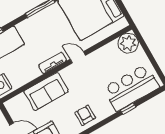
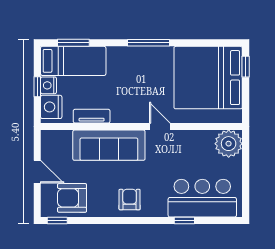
tv unit: (53, 63) -> (92, 116), moved
sofa: (46, 91) -> (109, 145), width x1.36

